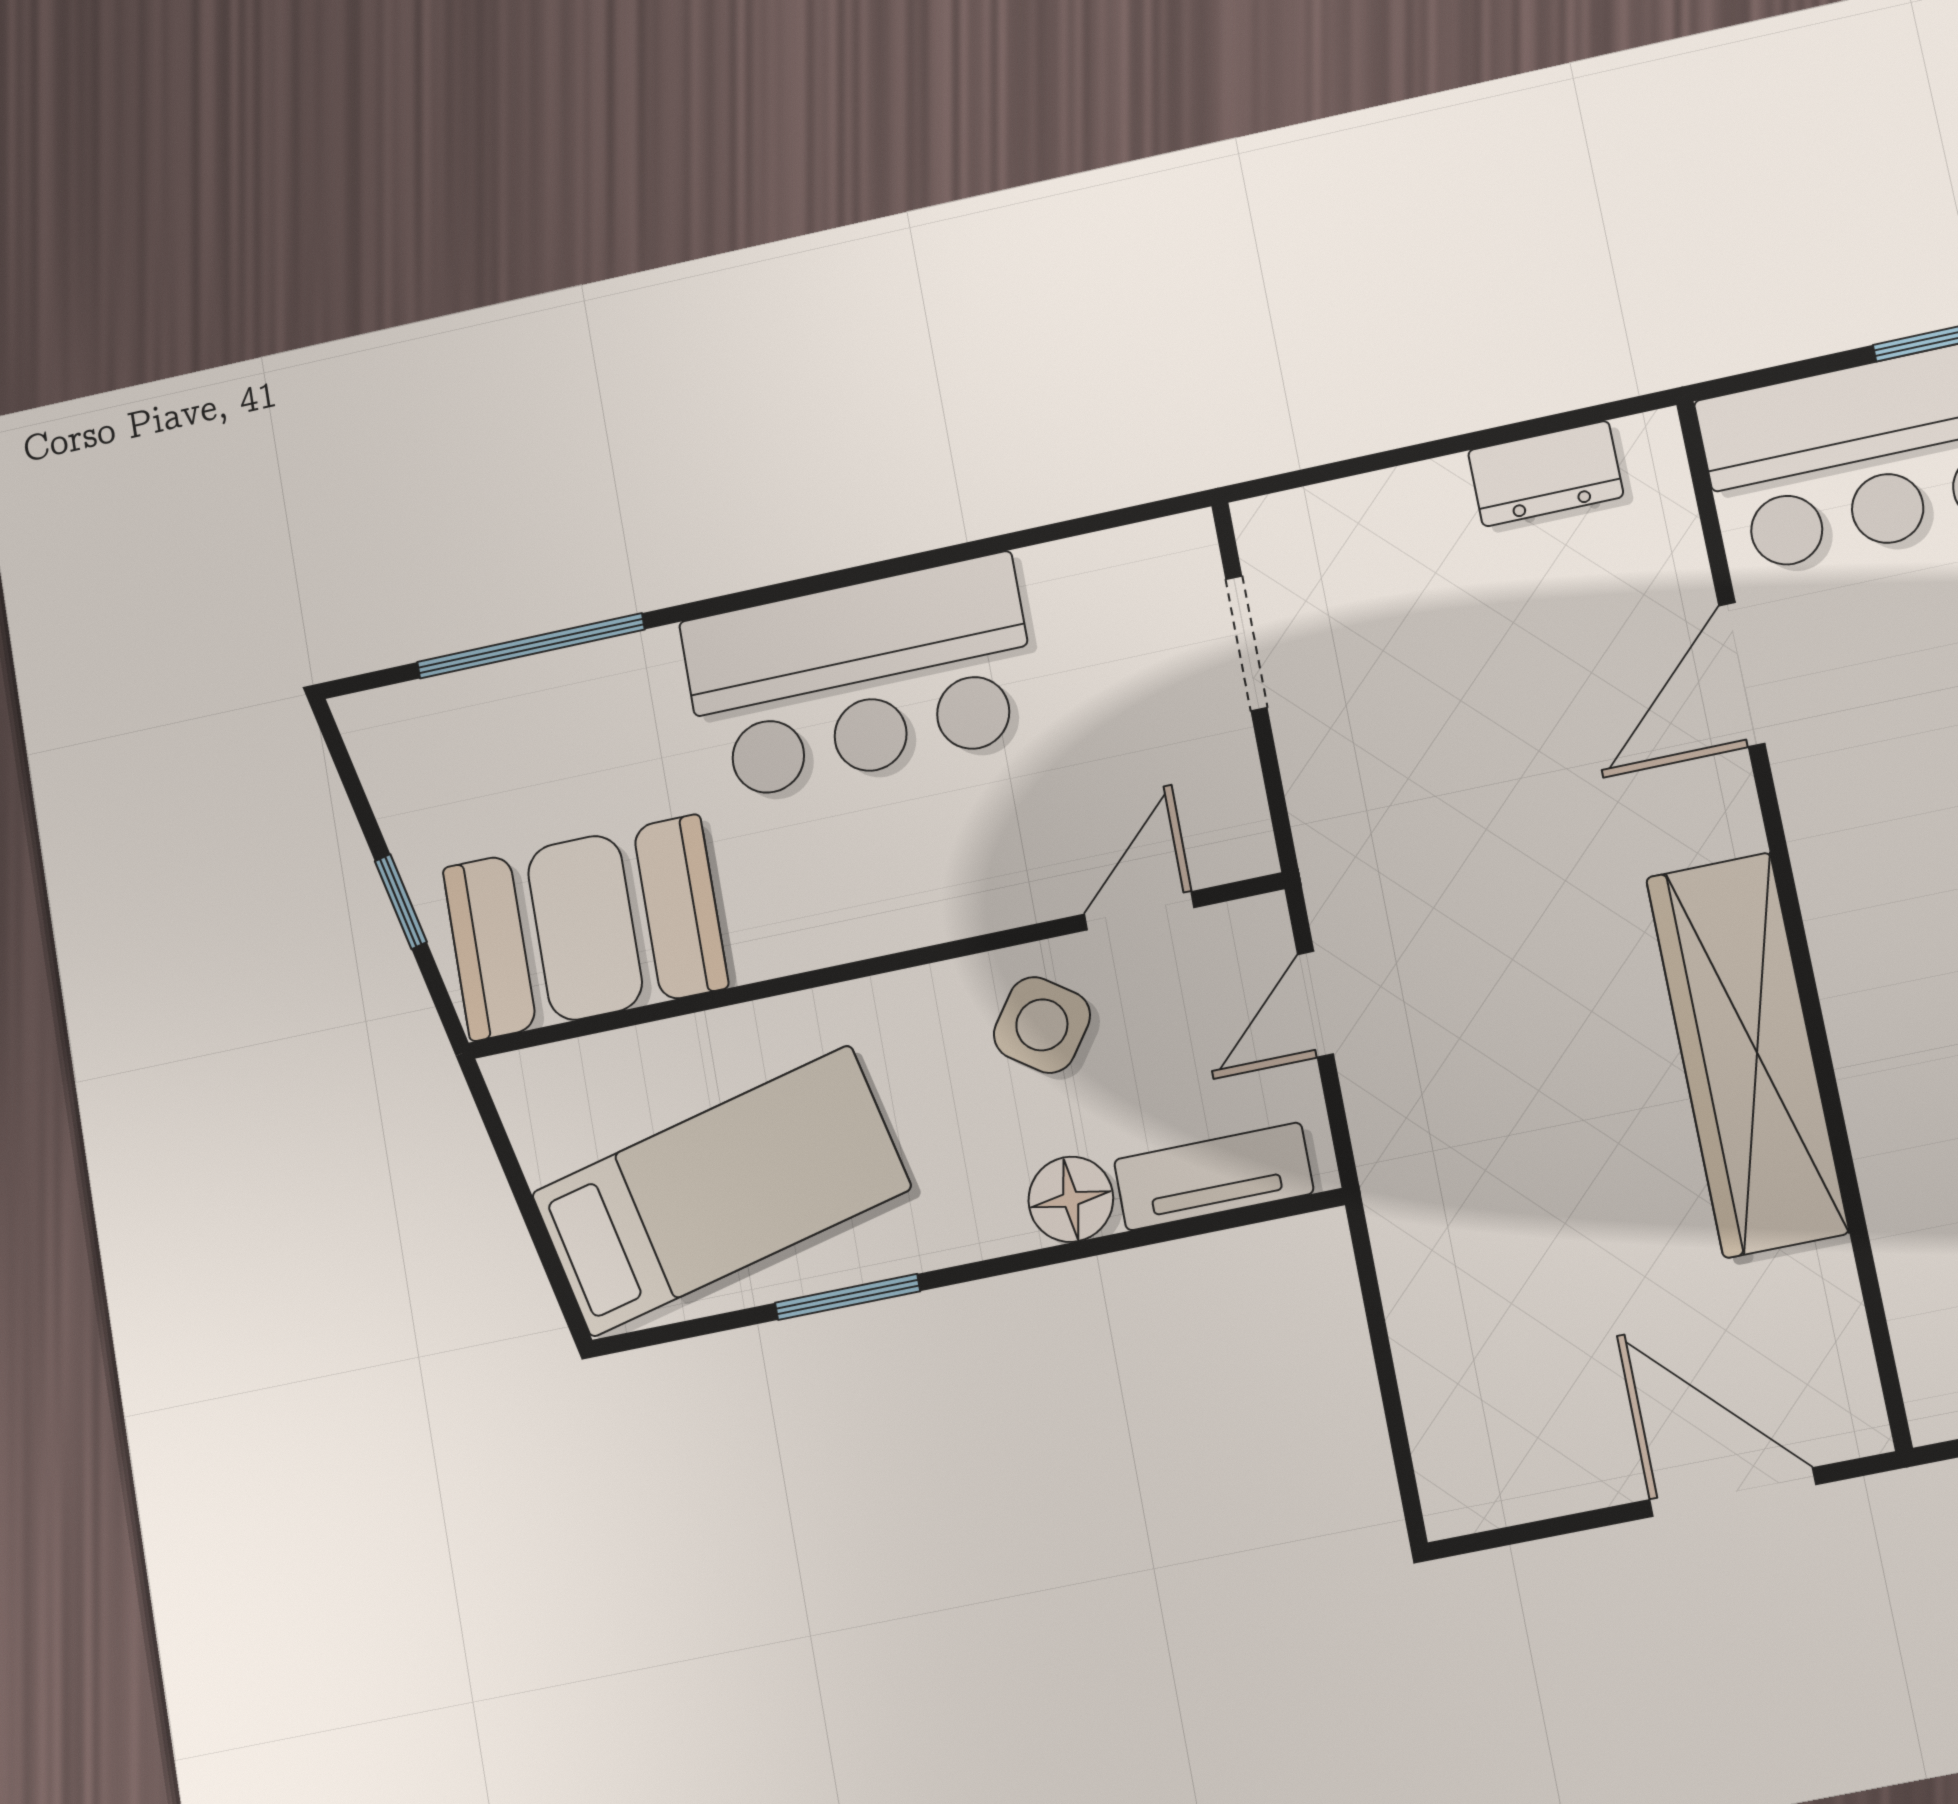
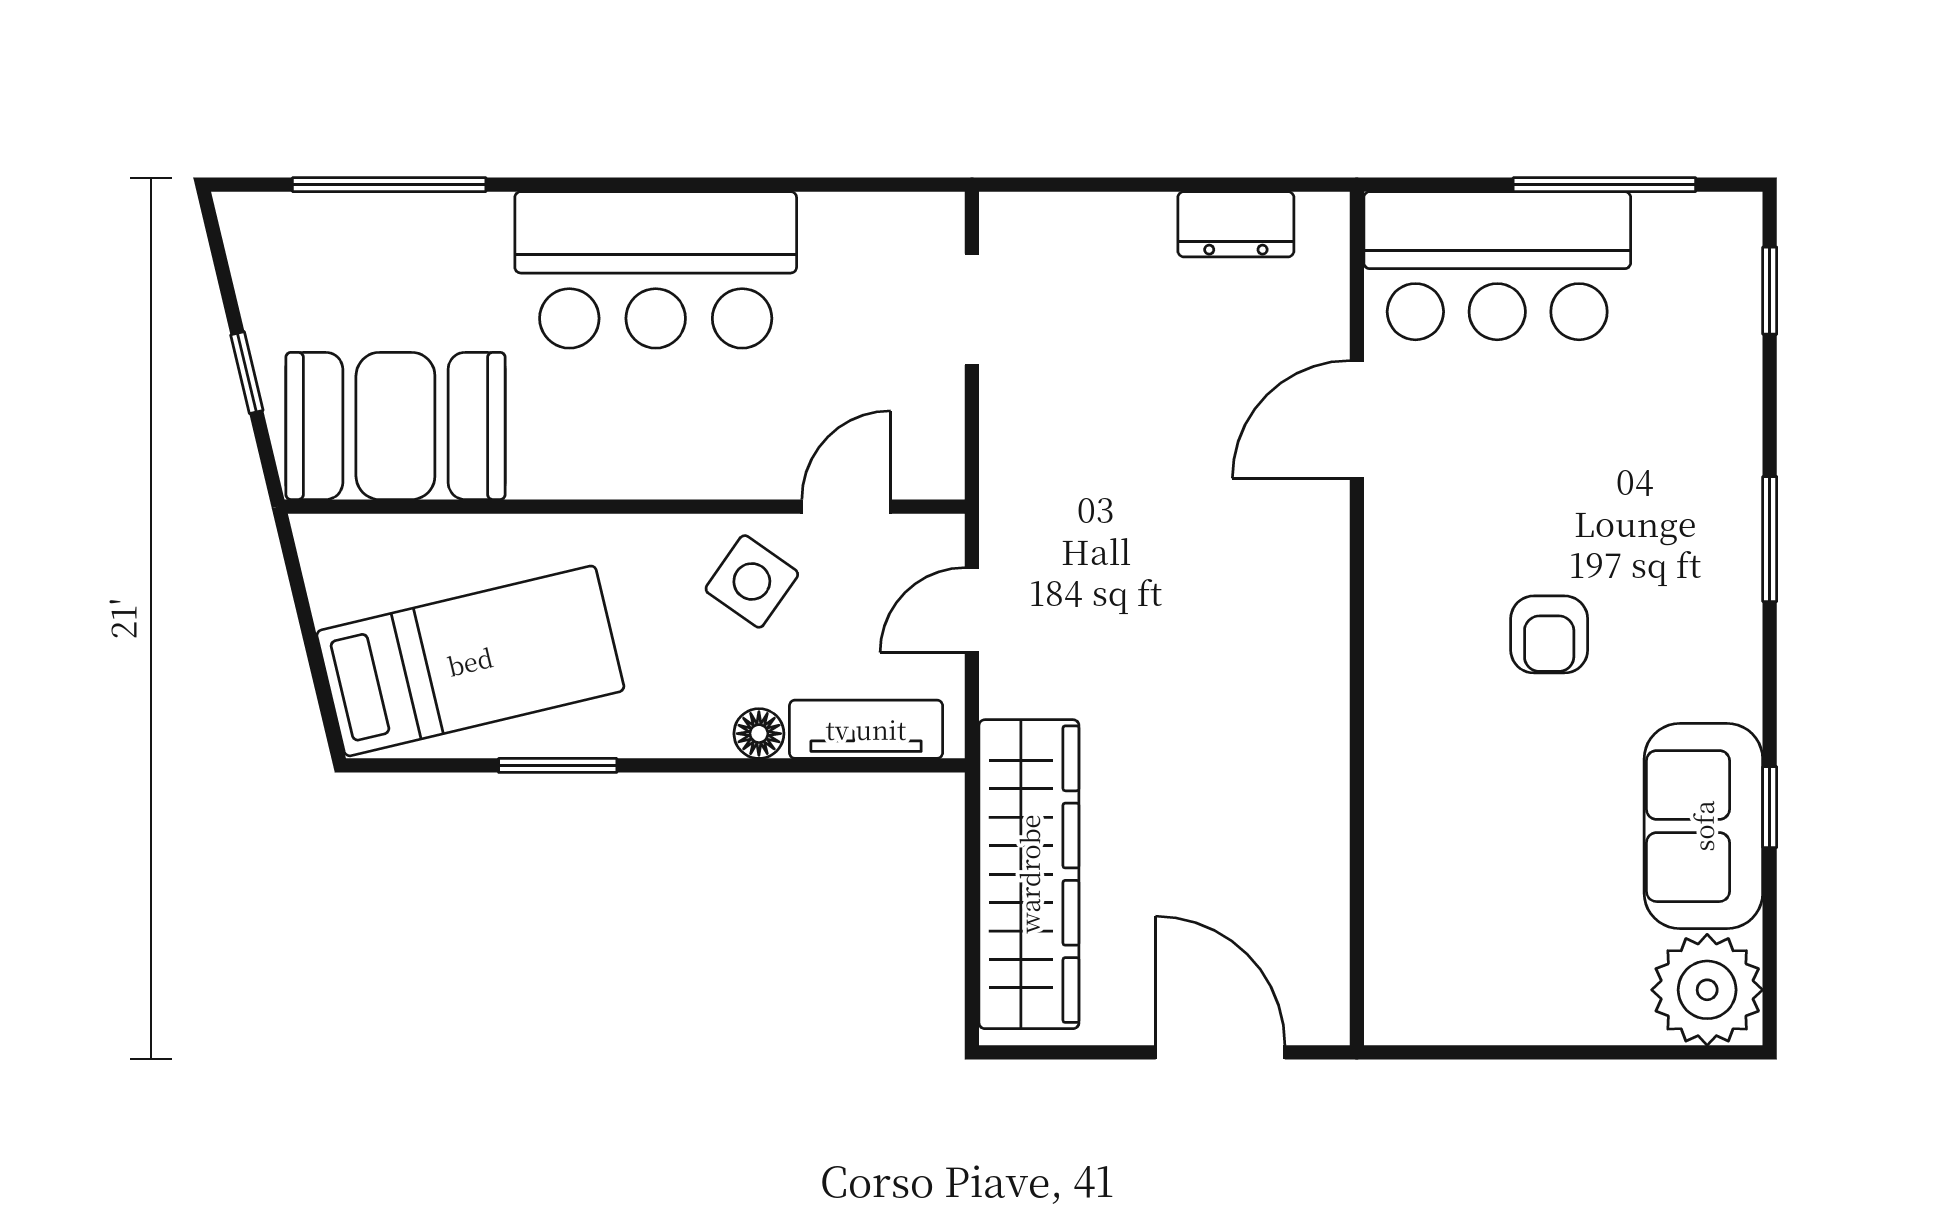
wardrobe: (1747, 1054) -> (1029, 874), moved, turned 180
floor lamp: (1071, 1199) -> (759, 734), width x0.73, depth x0.73

